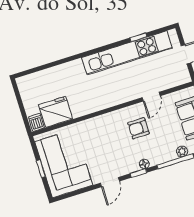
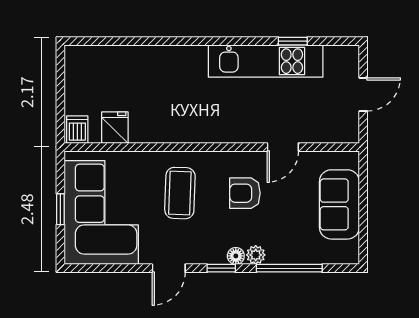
kitchen unit: (127, 53) -> (266, 61), width x0.73
fridge: (56, 112) -> (115, 128), width x0.53, depth x0.75
coffee table: (103, 139) -> (180, 193), added
plant: (182, 151) -> (256, 255), moved

